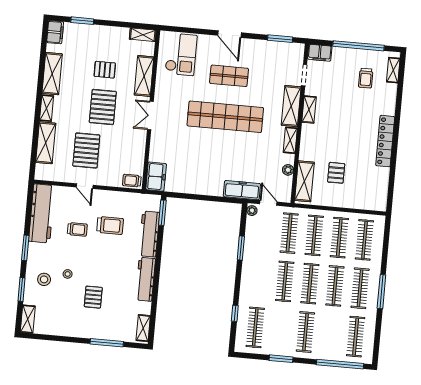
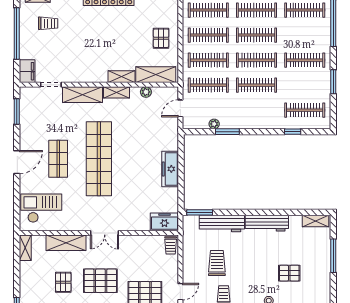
shelving: (309, 109) -> (121, 77), moved
pallet: (336, 173) -> (161, 38), moved, turned 90
freezer: (242, 190) -> (170, 169), moved
plant: (252, 211) -> (214, 124), moved

